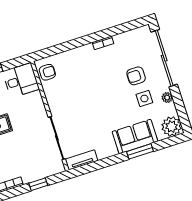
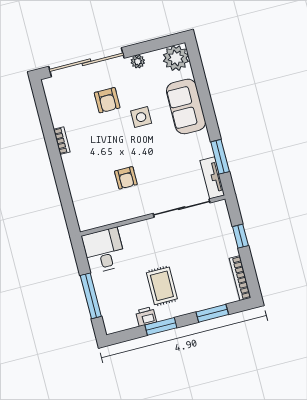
armchair: (47, 72) -> (126, 178), moved, turned 180
side table: (144, 98) -> (141, 117), moved
window: (140, 151) -> (220, 157), moved

